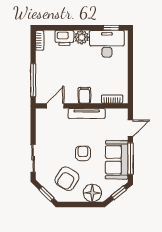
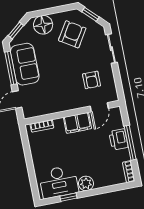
window: (111, 28) -> (68, 197), moved
printer: (64, 38) -> (118, 139), moved, turned -90
window: (33, 80) -> (130, 143), moved
filing cabinet: (84, 95) -> (78, 123), width x2.00
tv unit: (87, 113) -> (65, 106), removed
armchair: (83, 153) -> (92, 80), moved

